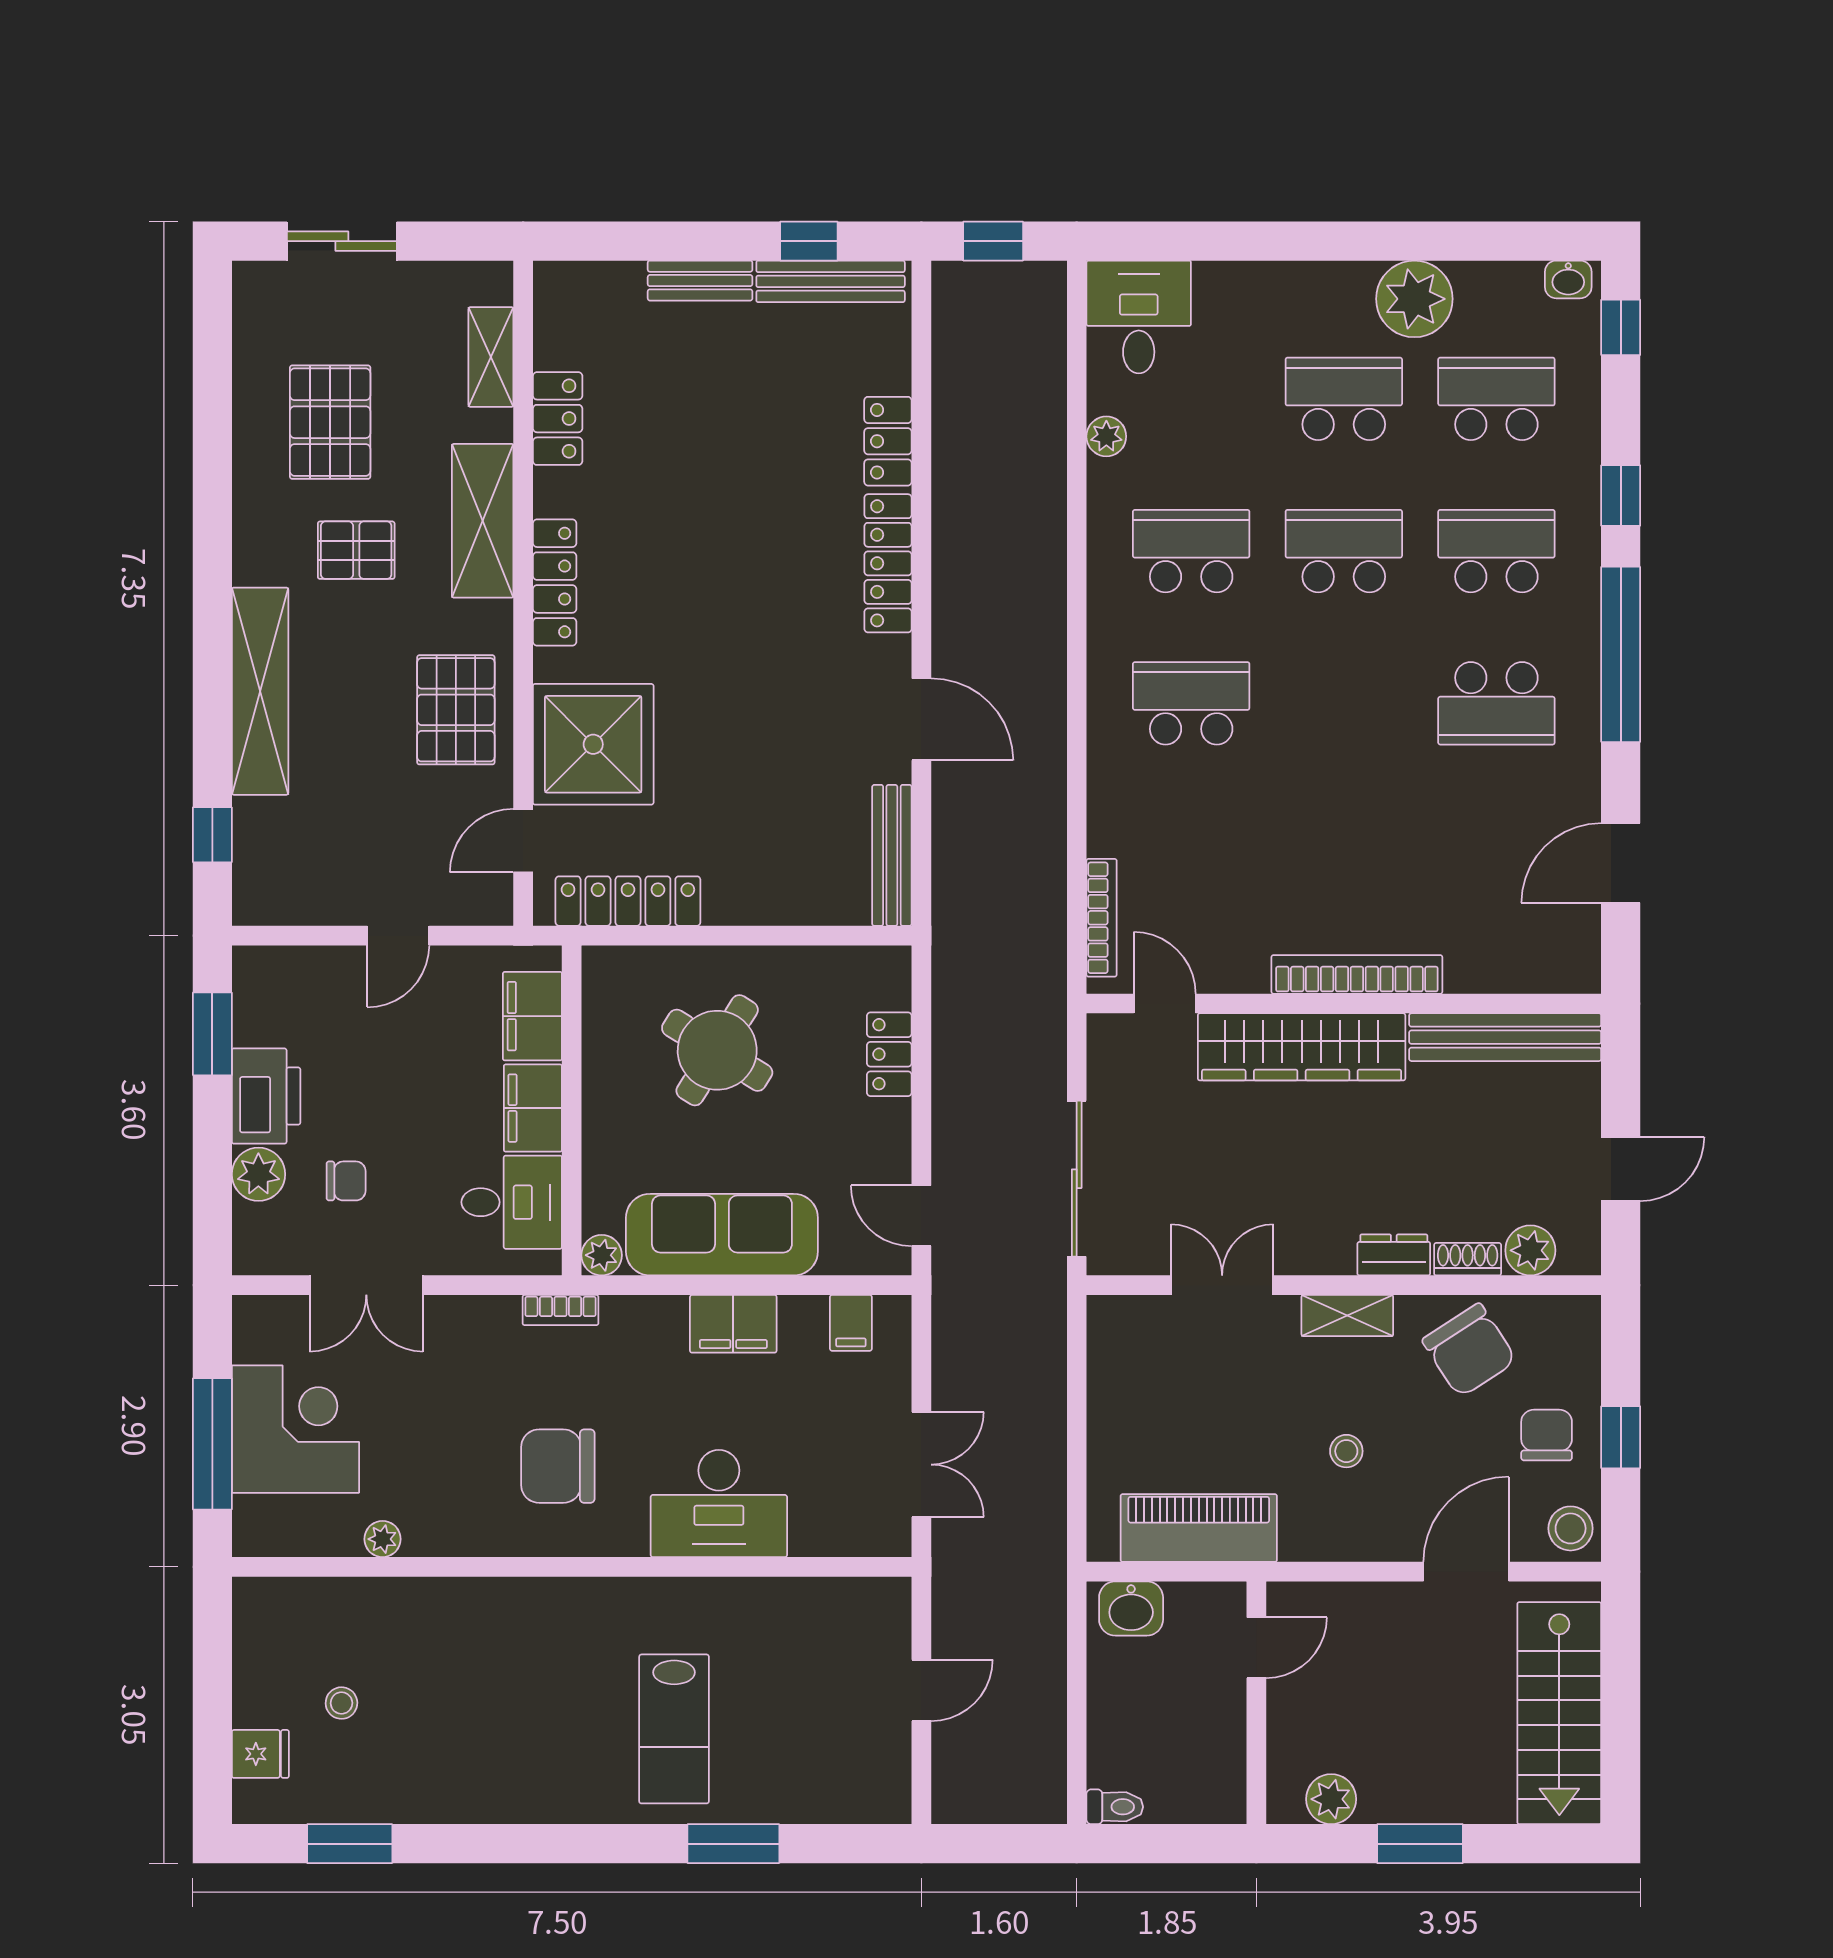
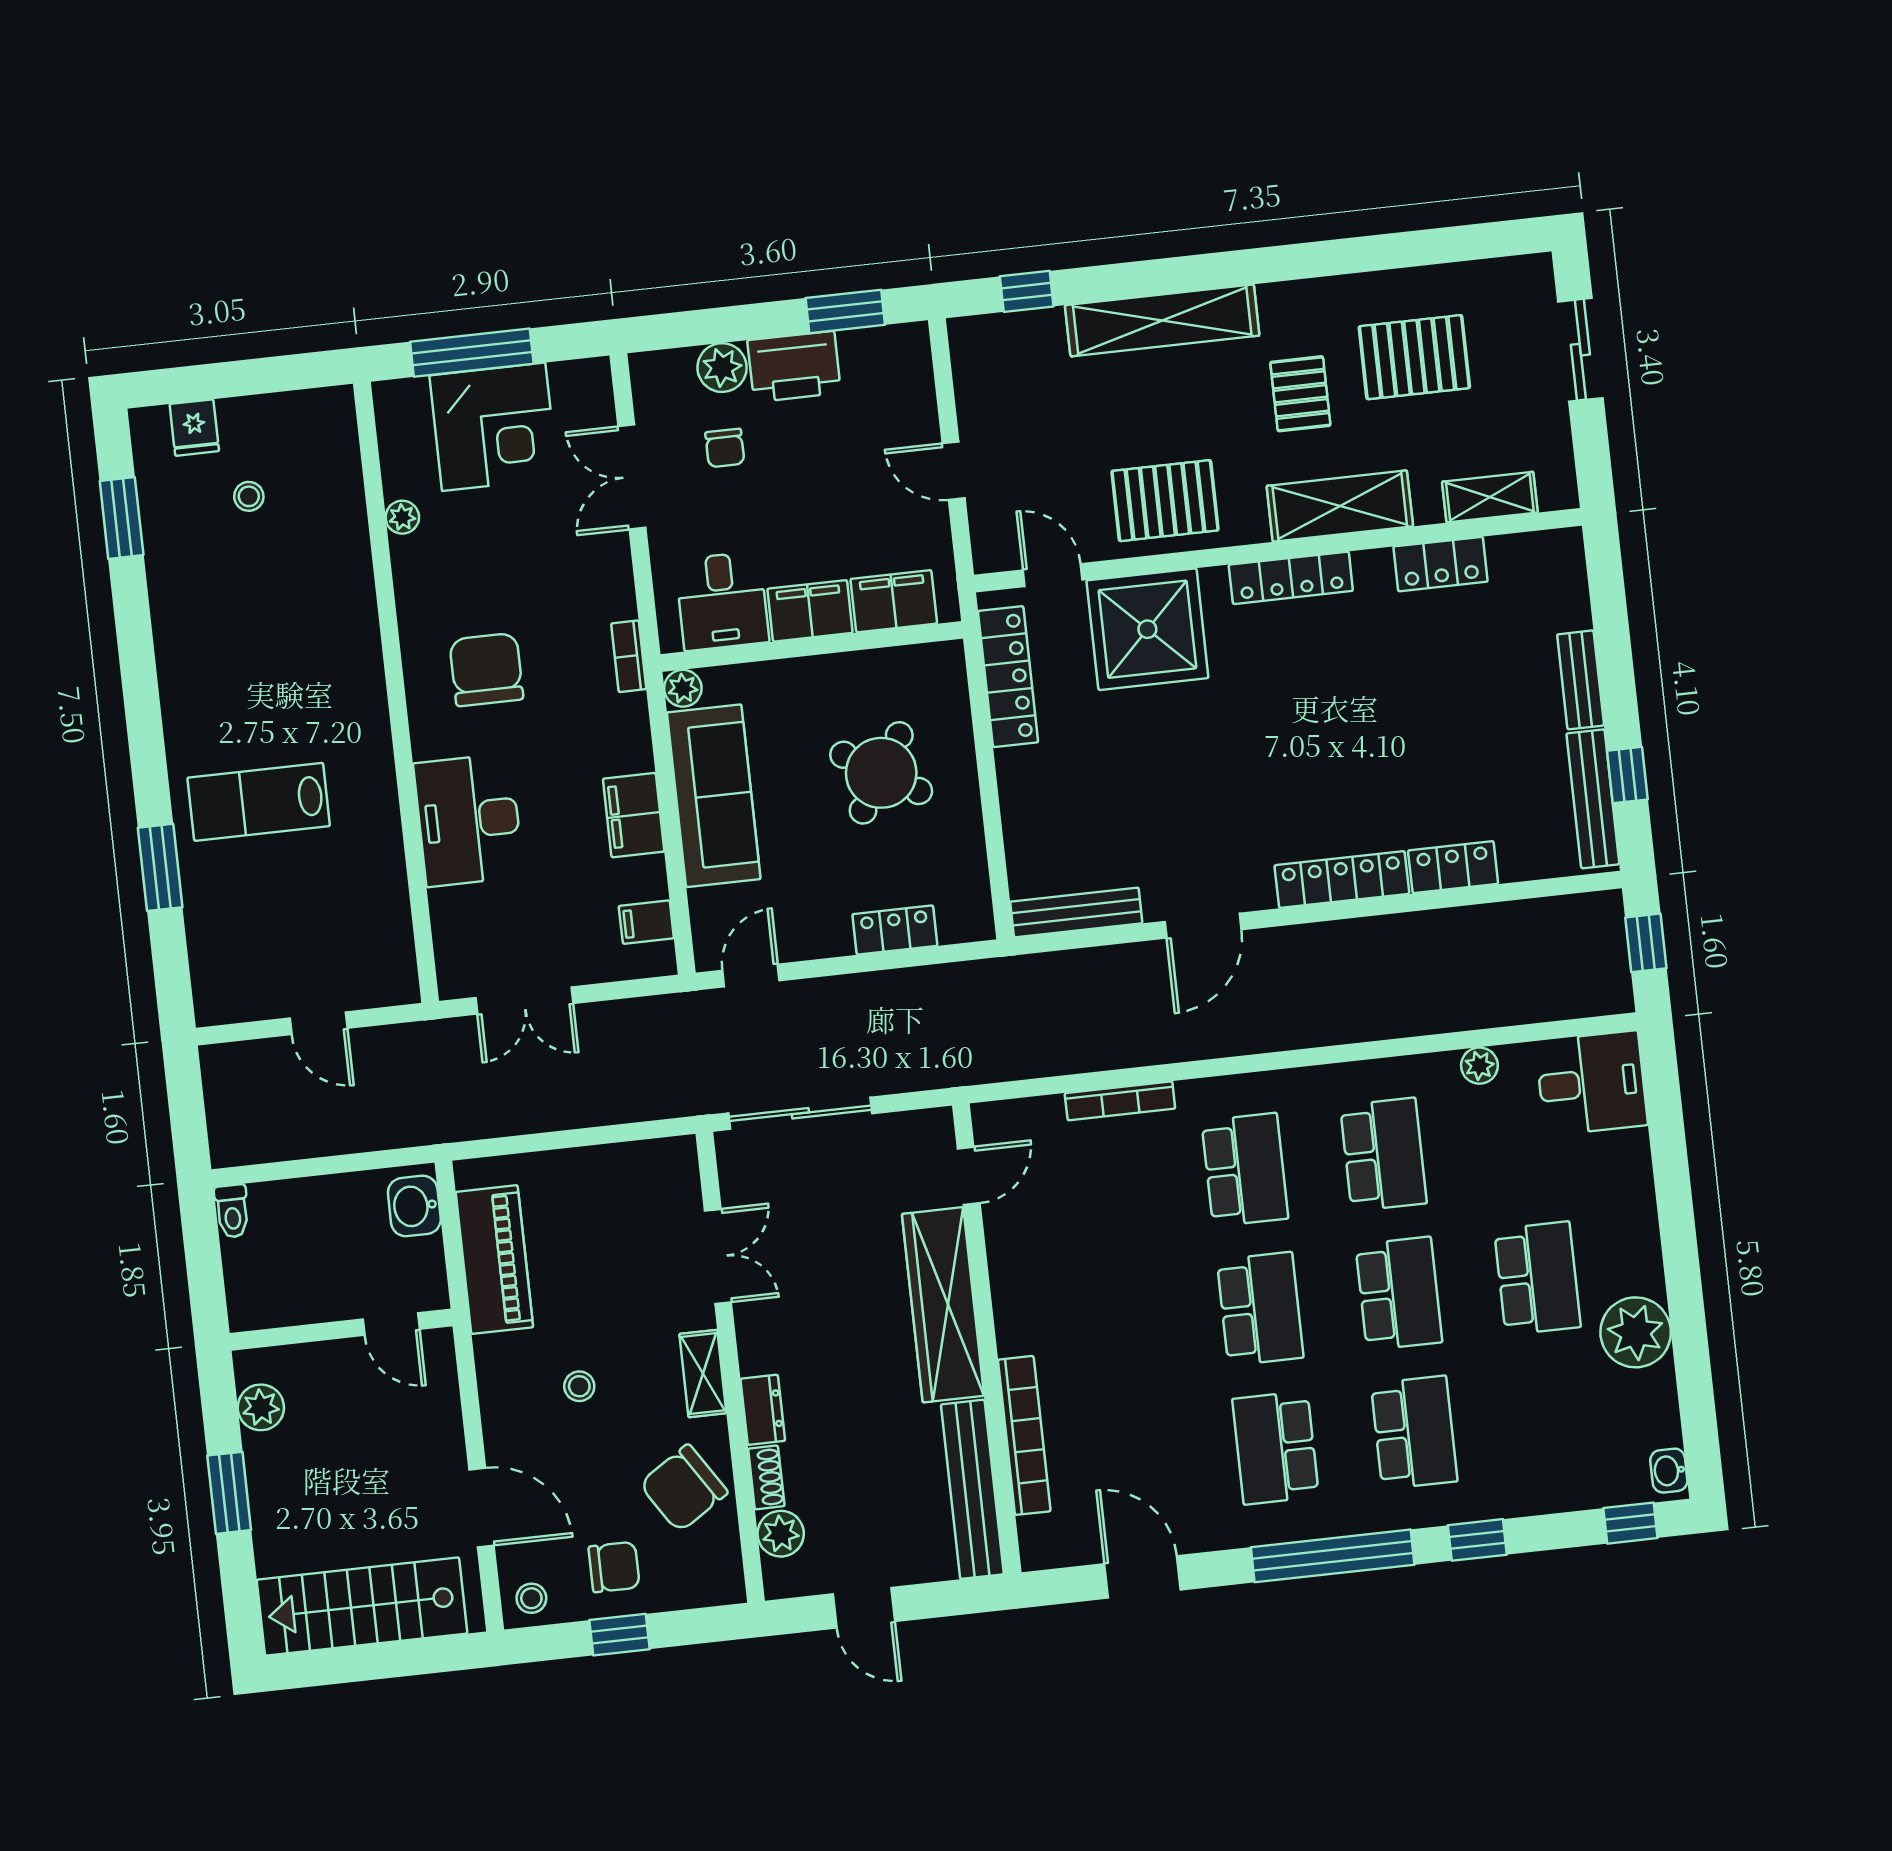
school desk: (1496, 399) -> (1260, 1309), moved
bookcase: (1102, 918) -> (1120, 1101), moved
bookcase: (1357, 974) -> (1024, 1435), moved
stool: (1571, 1528) -> (531, 1598), width x0.73, depth x0.73

